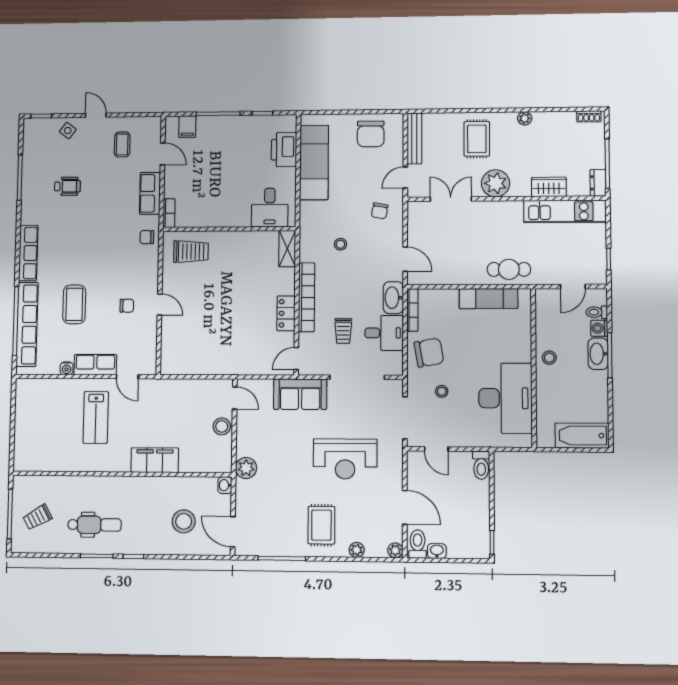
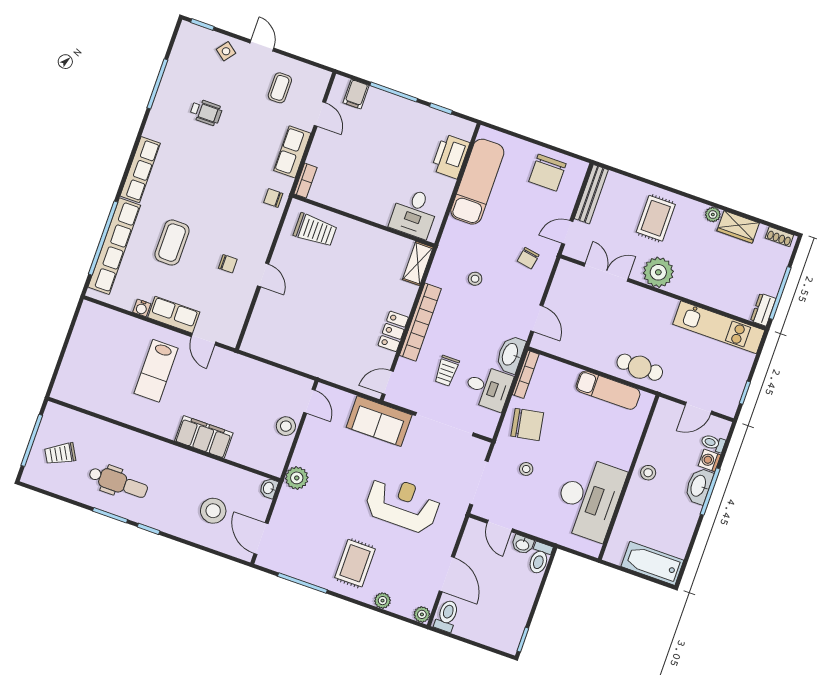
wardrobe: (549, 187) -> (738, 227), moved, turned 180
reception desk: (345, 459) -> (403, 504), turned 180
washbasin: (437, 551) -> (523, 545), moved, turned 180

